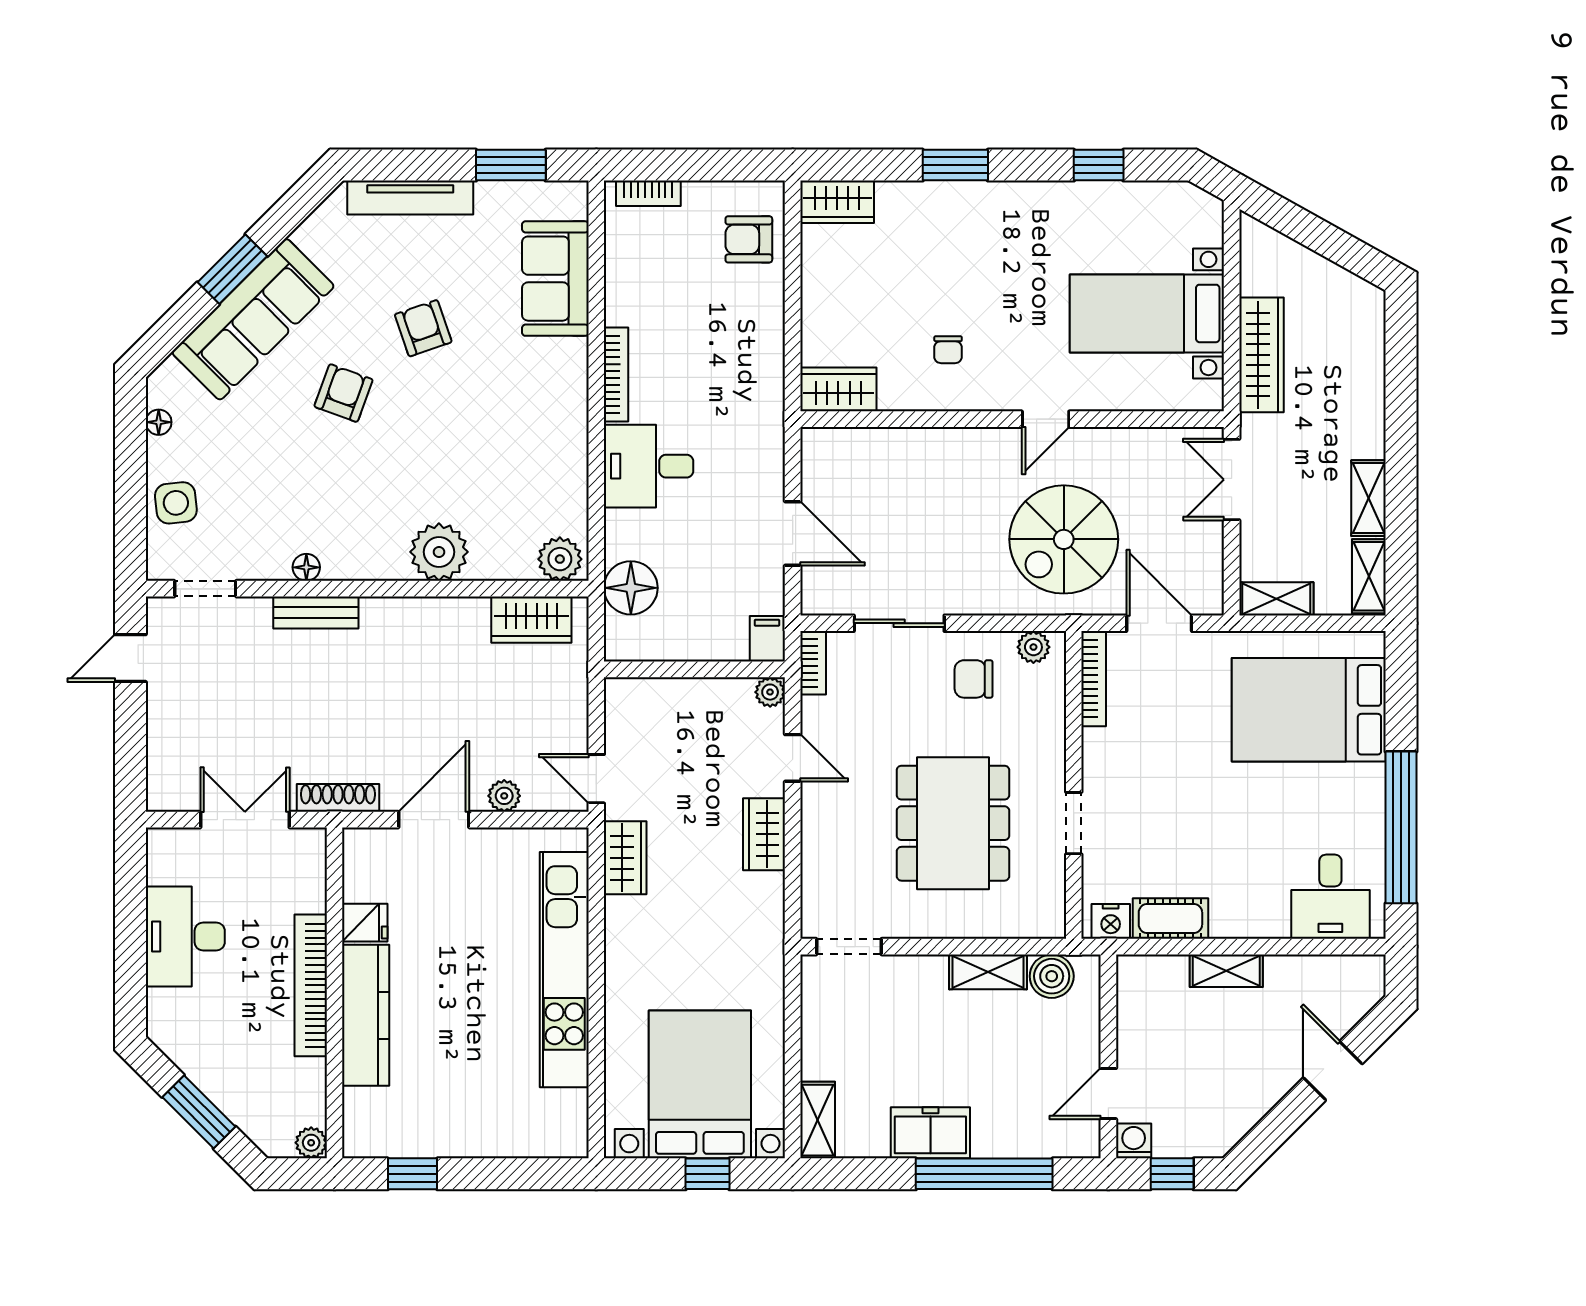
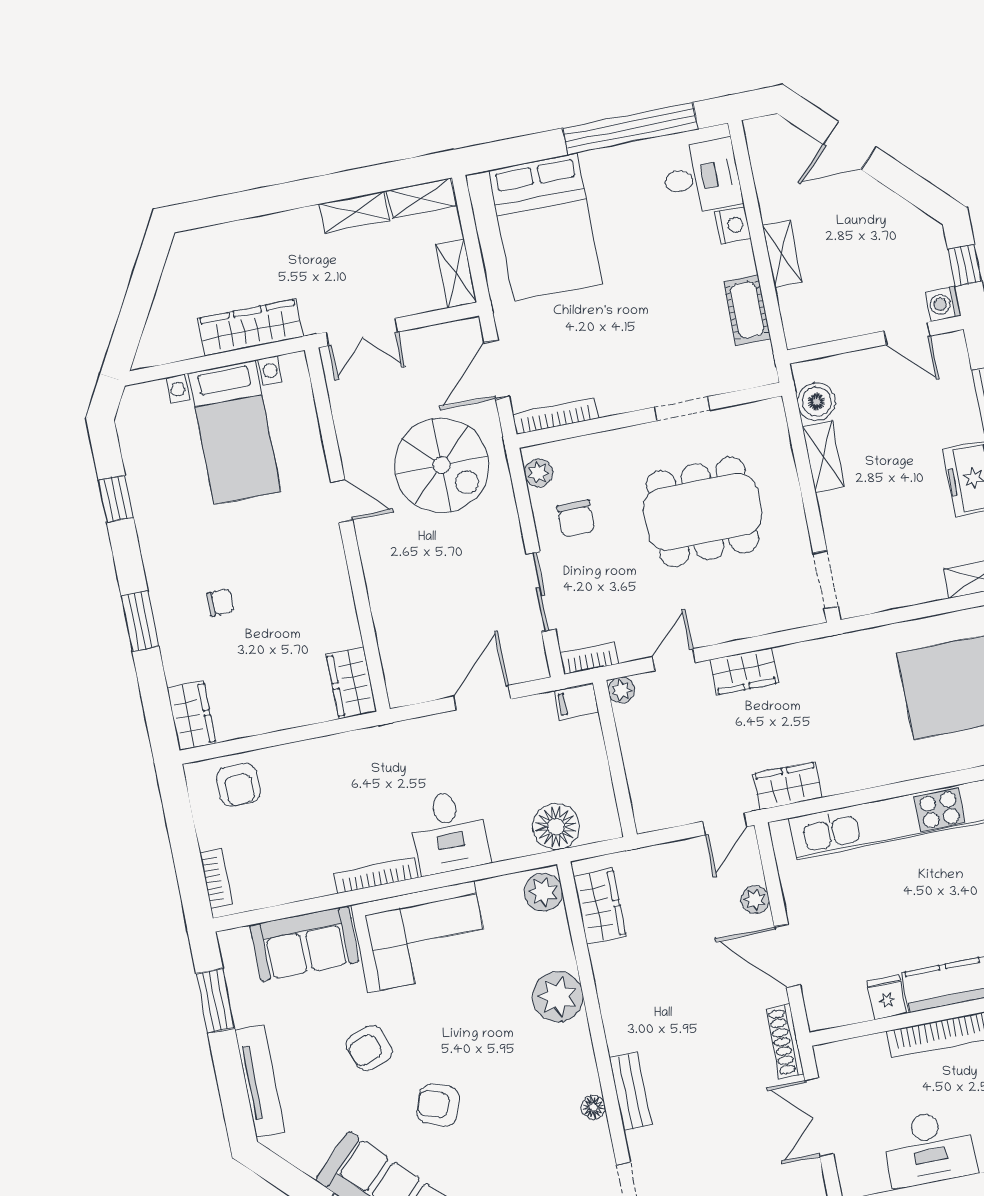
chair: (948, 350) -> (220, 602), moved
corner sofa: (537, 411) -> (421, 937), added
nightstand: (1111, 921) -> (733, 225), moved

